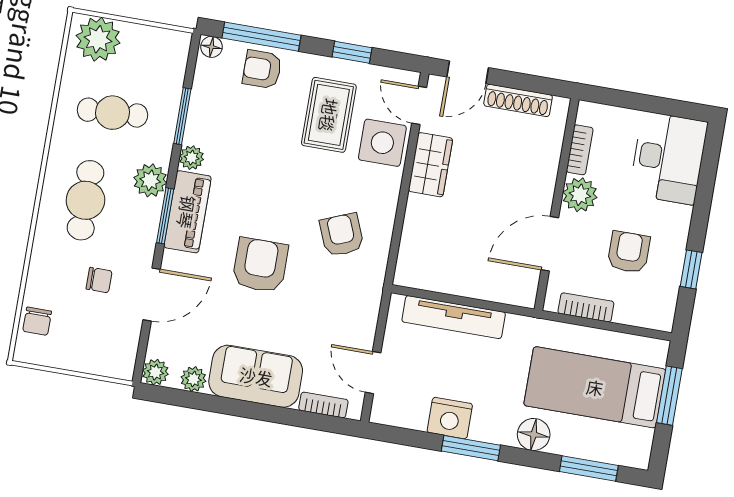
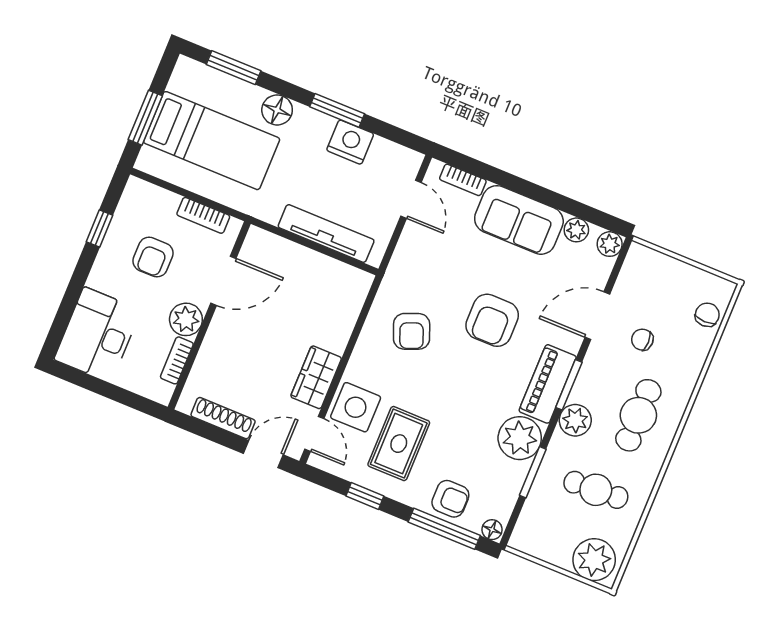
plant: (192, 158) -> (520, 438), width x1.87, depth x1.87

